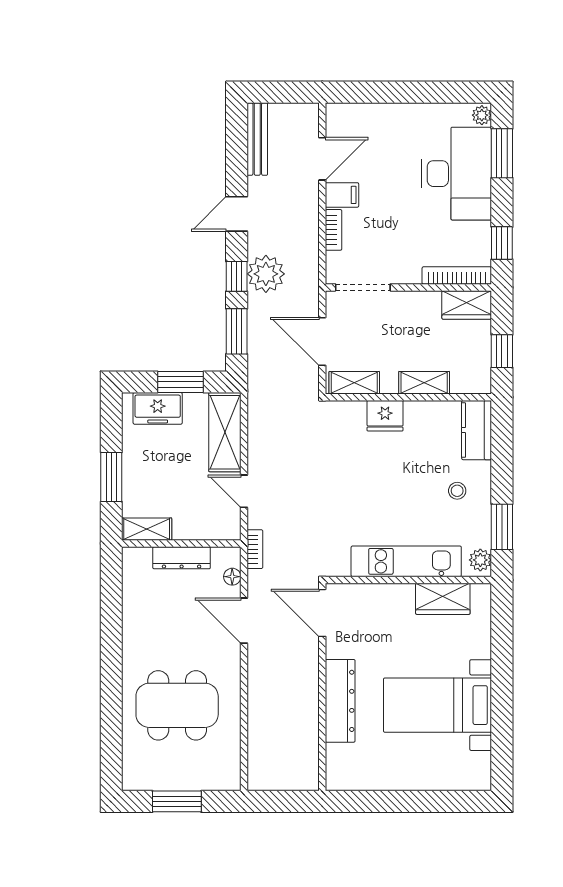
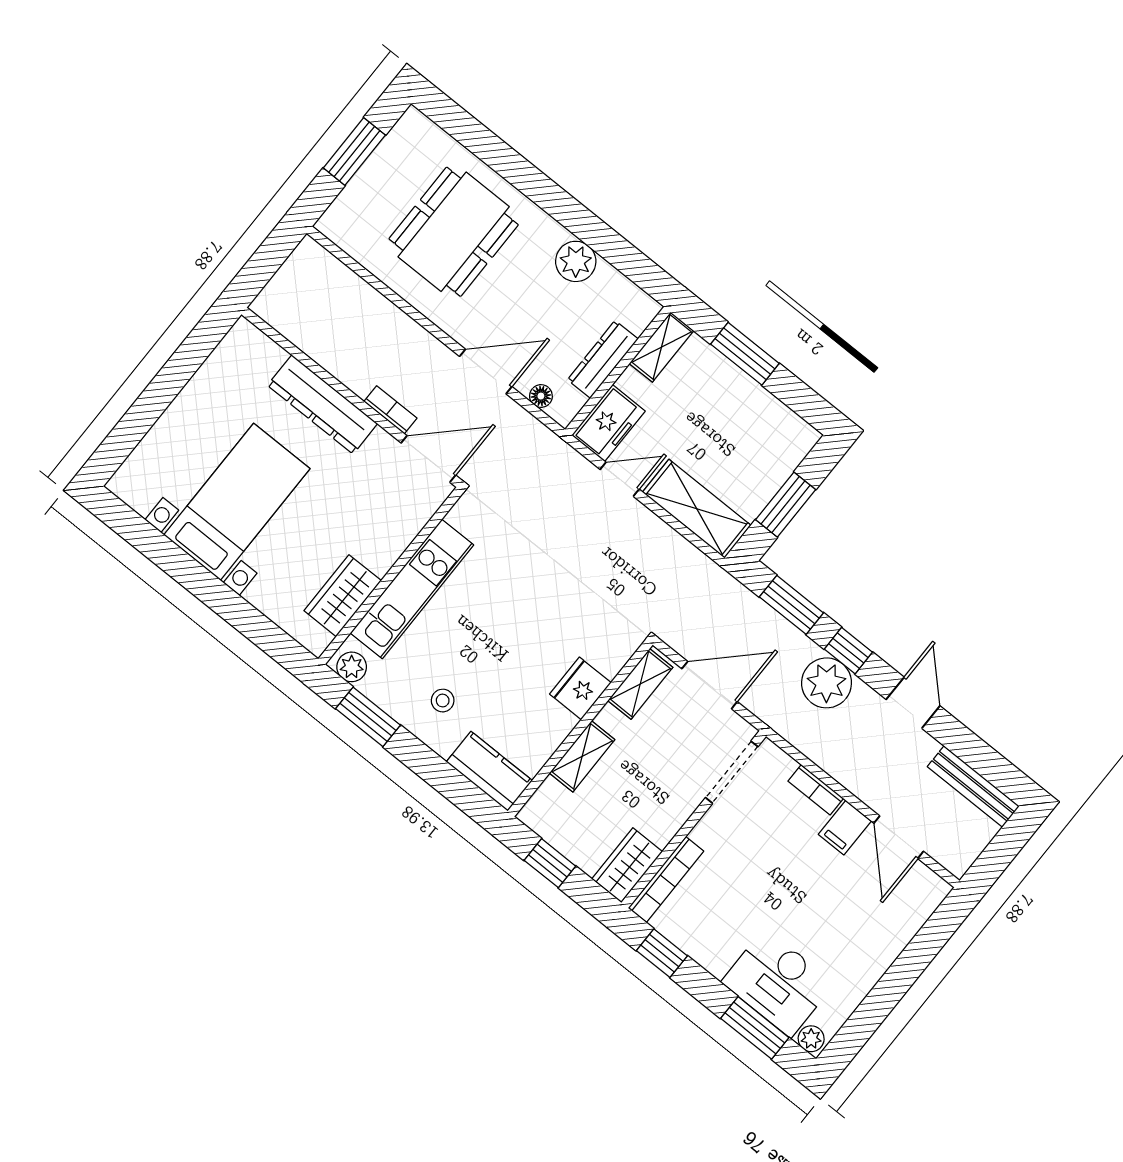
desk: (457, 174) -> (778, 983), width x0.73, depth x0.77
freezer: (158, 408) -> (608, 423), moved, turned 180
bookcase: (255, 549) -> (390, 410), moved, turned 180
plant: (137, 620) -> (576, 261), added

